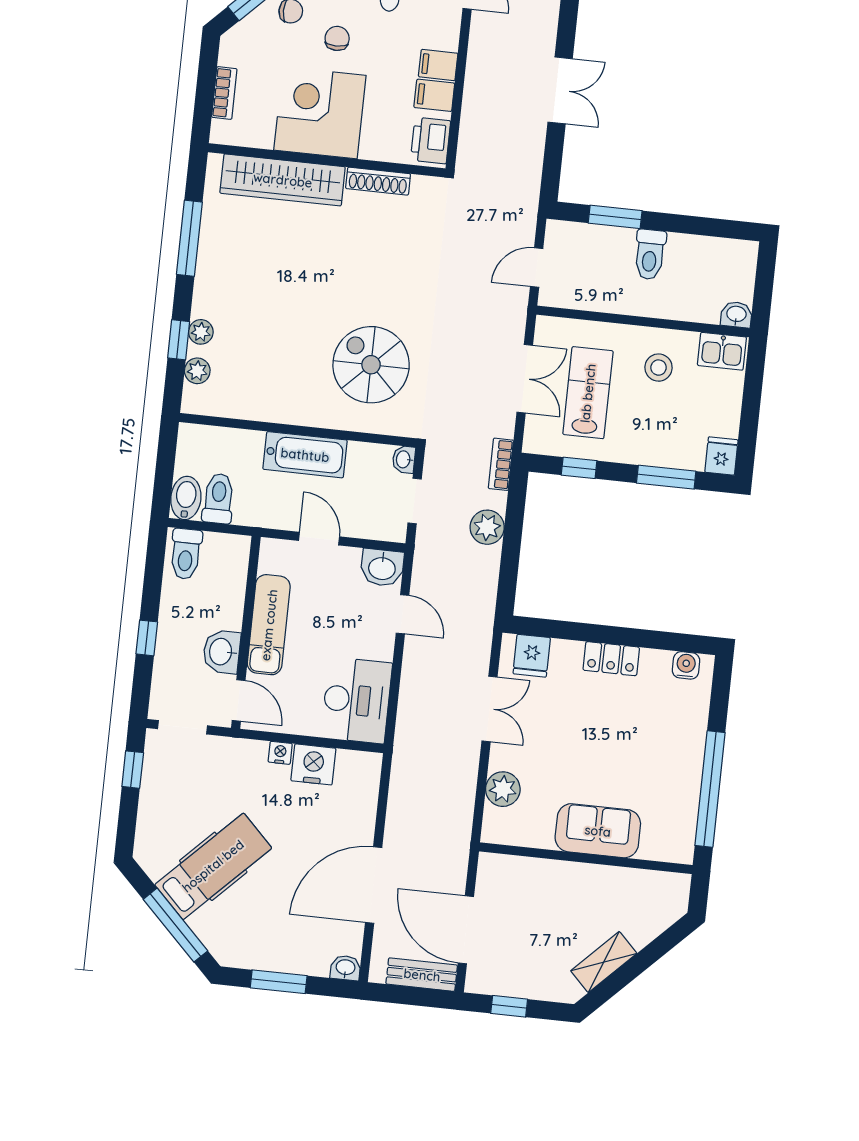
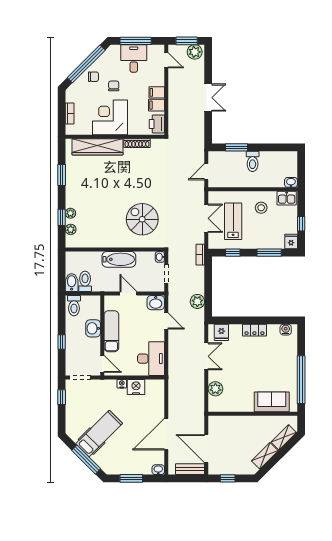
window: (189, 238) -> (62, 175), width x0.69
window: (750, 416) -> (301, 224), added
plant: (487, 527) -> (197, 301), moved
washbasin: (222, 652) -> (93, 328), moved
sofa: (598, 831) -> (272, 402), moved
shelving: (654, 923) -> (284, 437), added

